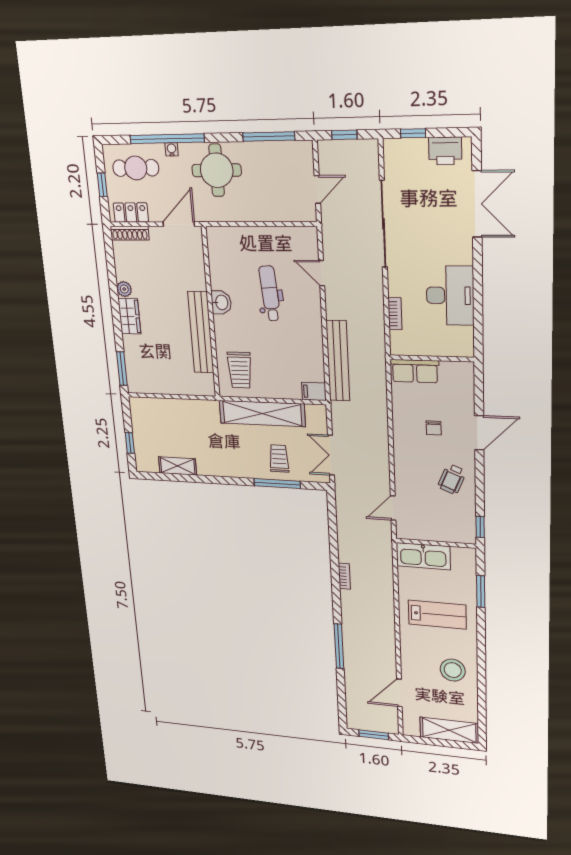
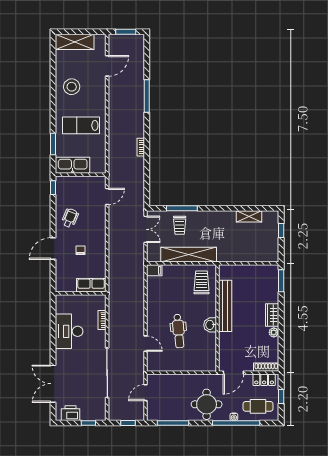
bench: (338, 361) -> (138, 290), removed
kitchen sink: (423, 556) -> (73, 165), moved

